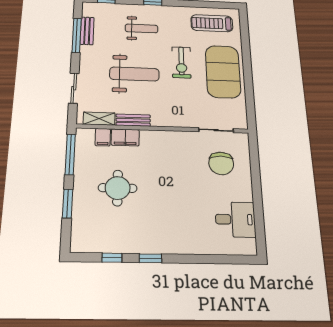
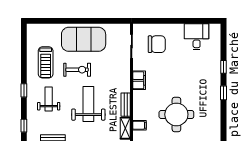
treadmill: (212, 23) -> (46, 62), moved
filing cabinet: (125, 137) -> (139, 80), moved
round table: (118, 188) -> (176, 114), width x1.36, depth x1.36
window: (112, 258) -> (223, 67), moved

